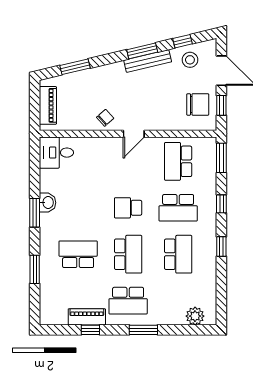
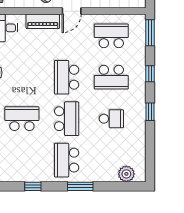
school desk: (178, 161) -> (111, 36), turned 90
school desk: (128, 208) -> (67, 77), width x1.85
school desk: (178, 254) -> (111, 119), width x0.54
school desk: (128, 301) -> (67, 160), turned 90
piano: (87, 317) -> (43, 21), moved, turned 180

